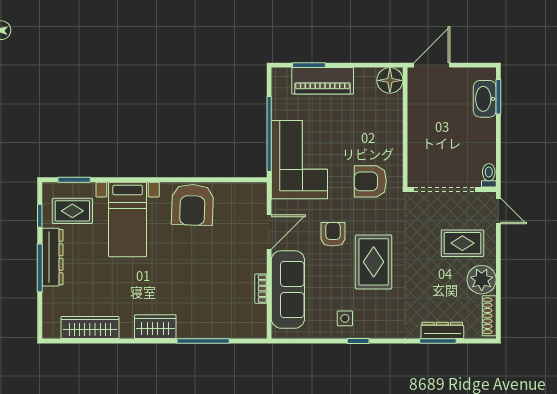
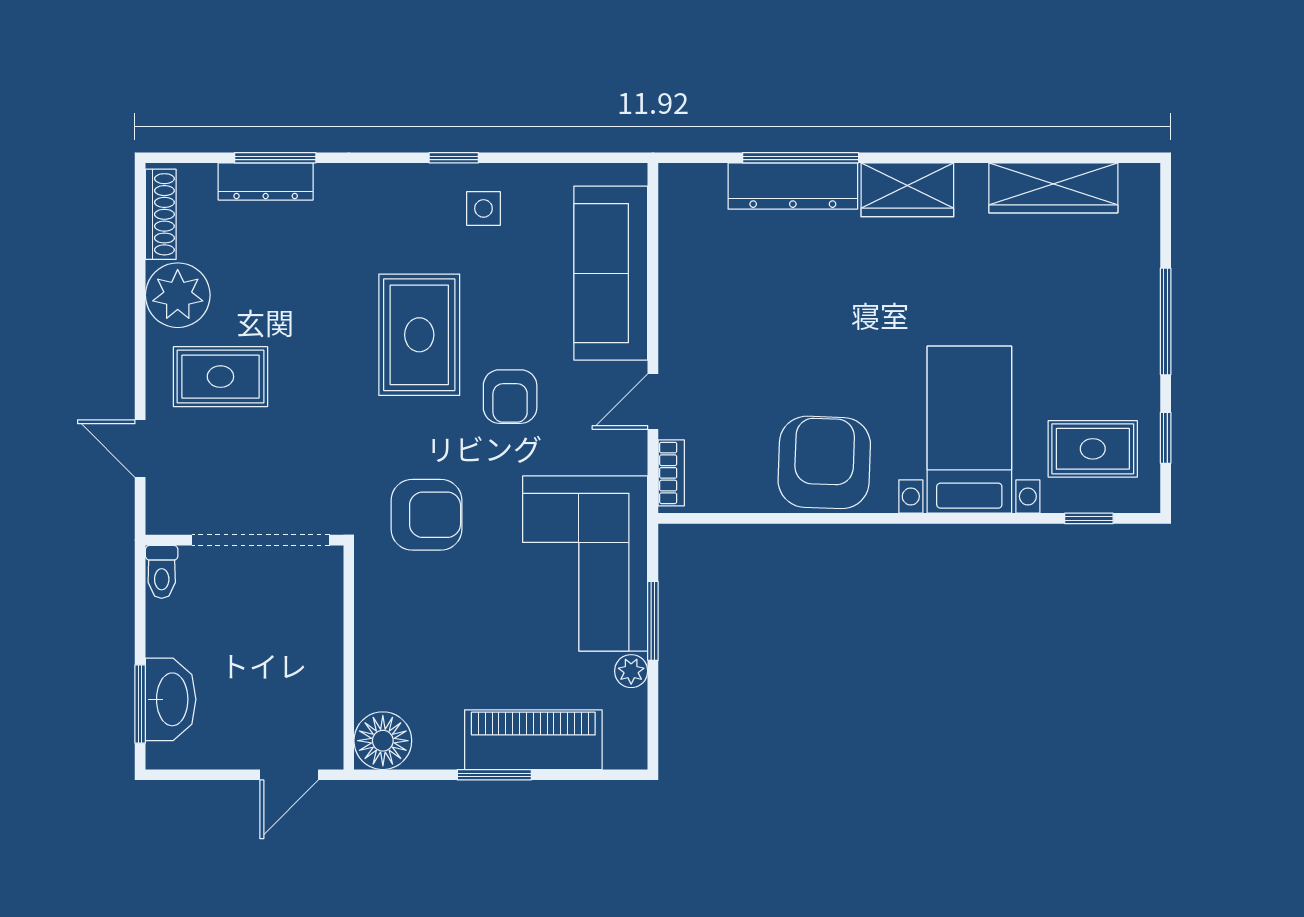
window: (309, 65) -> (494, 775), moved
door: (432, 65) -> (289, 775), width x0.73
plant: (279, 111) -> (631, 671), added
window: (269, 134) -> (653, 621), width x0.47
toilet: (489, 175) -> (162, 572), moved
window: (74, 180) -> (1089, 518), width x0.67
doorway: (444, 189) -> (261, 540), moved
wall: (452, 189) -> (244, 540), moved
door: (269, 232) -> (653, 402), width x0.73
dresser: (52, 257) -> (793, 186), moved, turned -90
bookcase: (261, 289) -> (671, 473), moved

